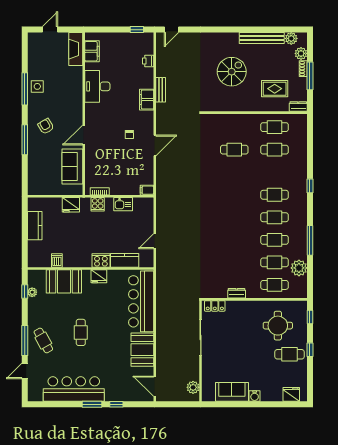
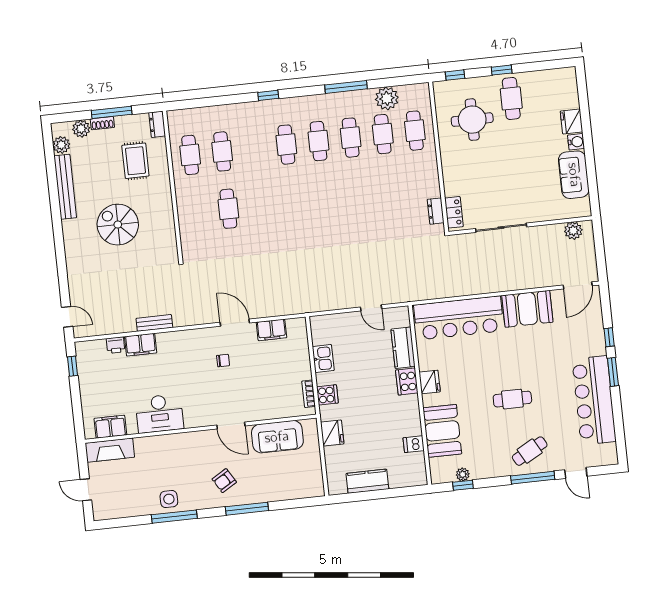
filing cabinet: (147, 100) -> (141, 345), moved
filing cabinet: (147, 190) -> (271, 330), moved, width x2.00
dresser: (237, 293) -> (436, 211), moved
fridge: (291, 394) -> (571, 122), moved

